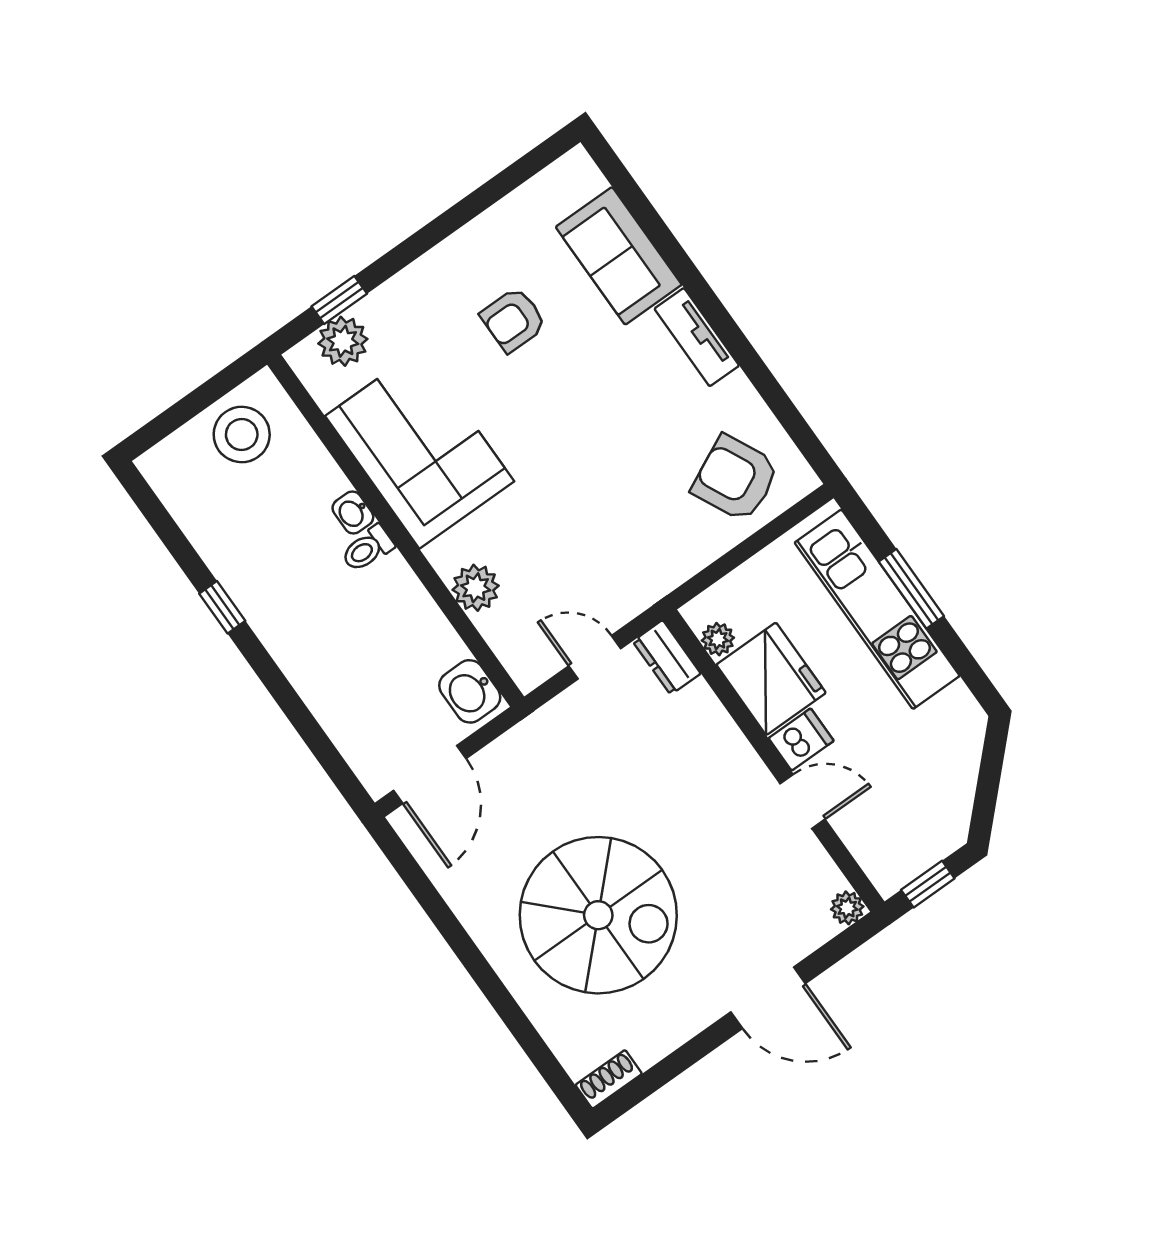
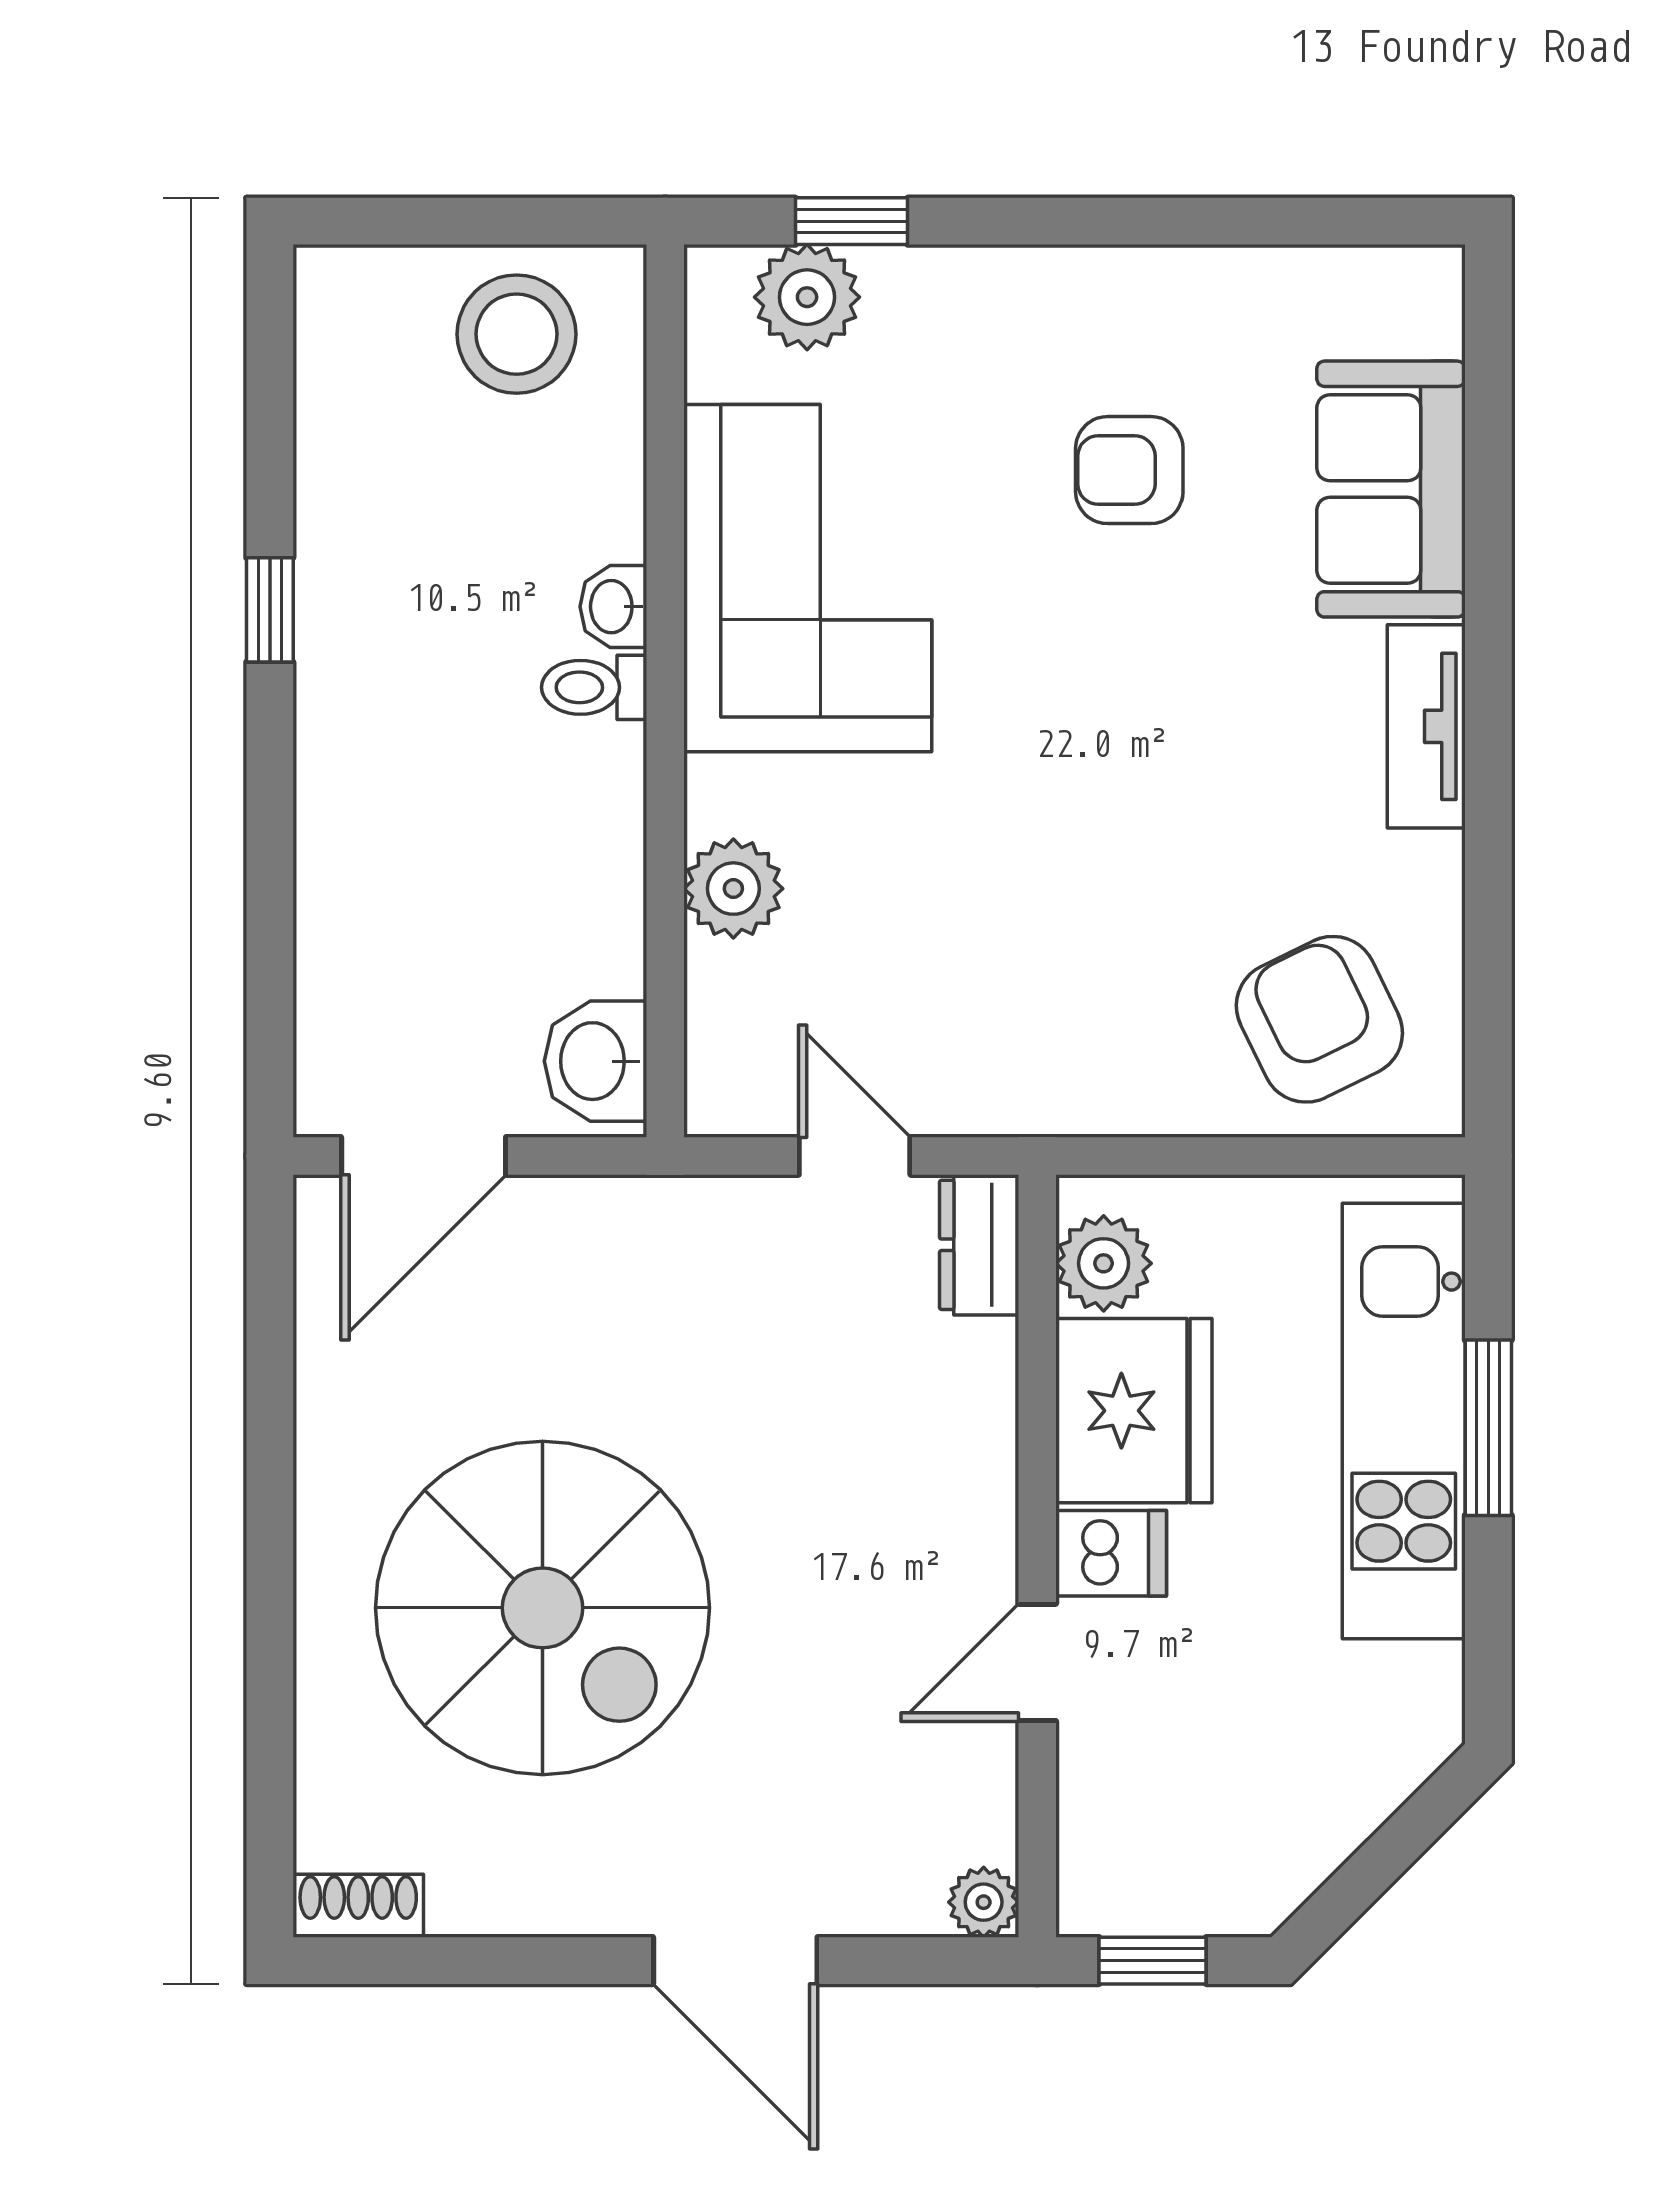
plant: (718, 639) -> (1104, 1263), width x1.38, depth x1.38
door: (803, 801) -> (1037, 1662), swing flipped

